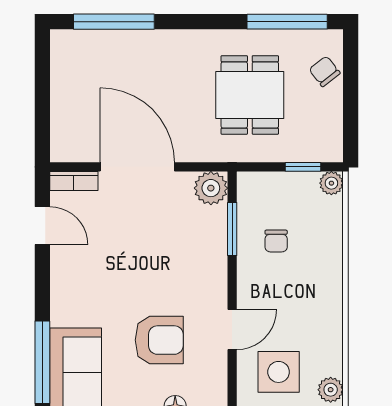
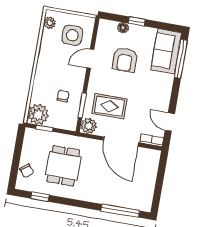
window: (287, 22) -> (40, 197), width x0.46
plant: (331, 183) -> (38, 114), width x1.87, depth x1.87
rug: (175, 237) -> (109, 106), added
armchair: (159, 340) -> (125, 60), turned -90

